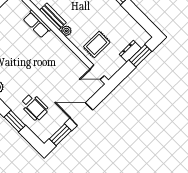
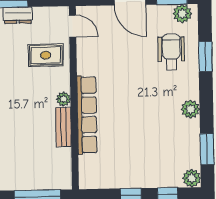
row of seats: (37, 24) -> (87, 115), width x2.02
plant: (47, 132) -> (182, 14), added

